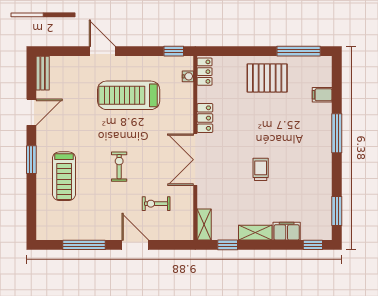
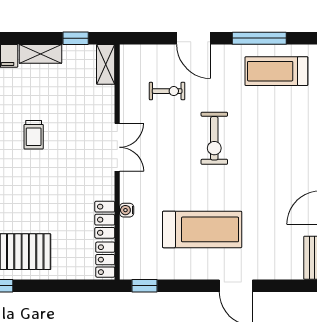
water cooler: (188, 76) -> (127, 210), moved
locker: (205, 118) -> (105, 220), moved
double door: (195, 160) -> (117, 147), width x0.73
exercise bike: (119, 167) -> (214, 138), width x1.38, depth x1.39
treadmill: (64, 176) -> (276, 71), moved, turned -90

